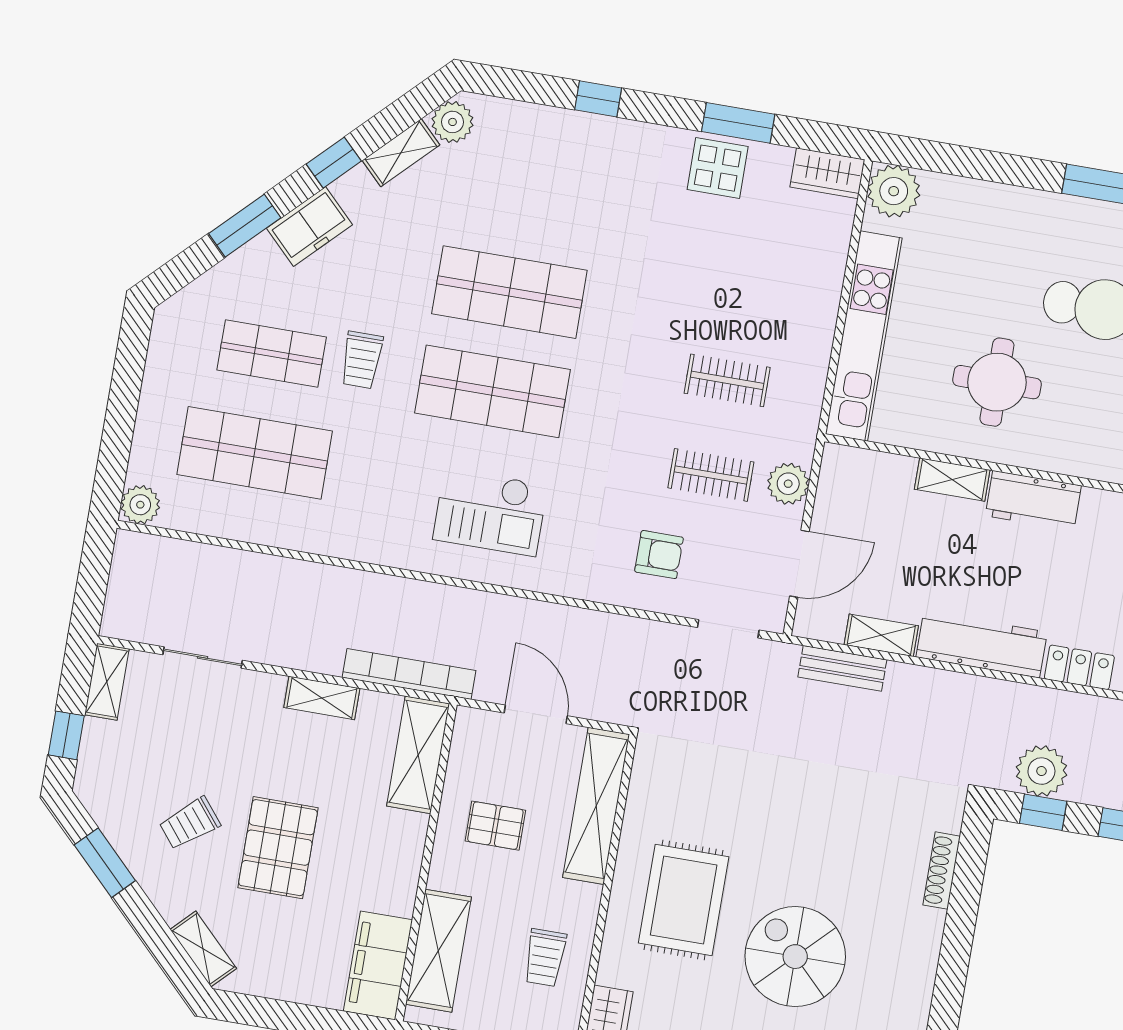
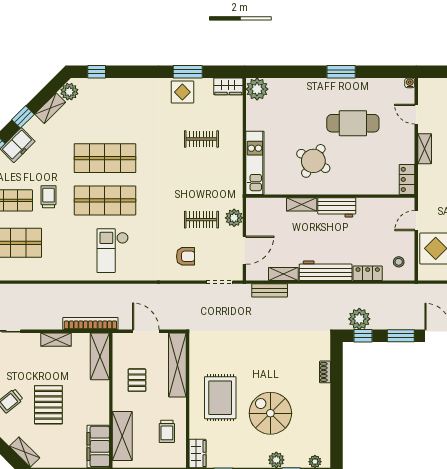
window: (598, 99) -> (97, 72), moved
kitchen unit: (864, 336) -> (255, 163), width x0.73
trolley: (362, 360) -> (49, 197), turned 180
clothes rail: (727, 380) -> (201, 139), moved
round table: (997, 382) -> (313, 161), turned 31
checkout: (490, 512) -> (113, 251), turned 90
pallet: (495, 826) -> (137, 380), turned 90
shoe rack: (942, 871) -> (325, 372), width x0.70

